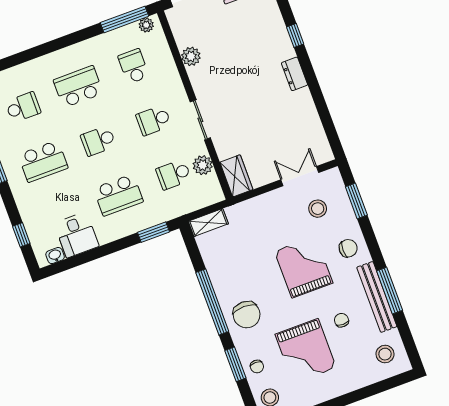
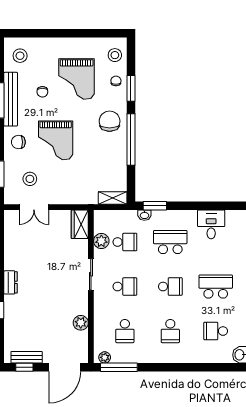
school desk: (78, 87) -> (170, 331), width x0.54
washbasin: (55, 256) -> (144, 215), moved
grand piano: (306, 351) -> (77, 79), turned 180

